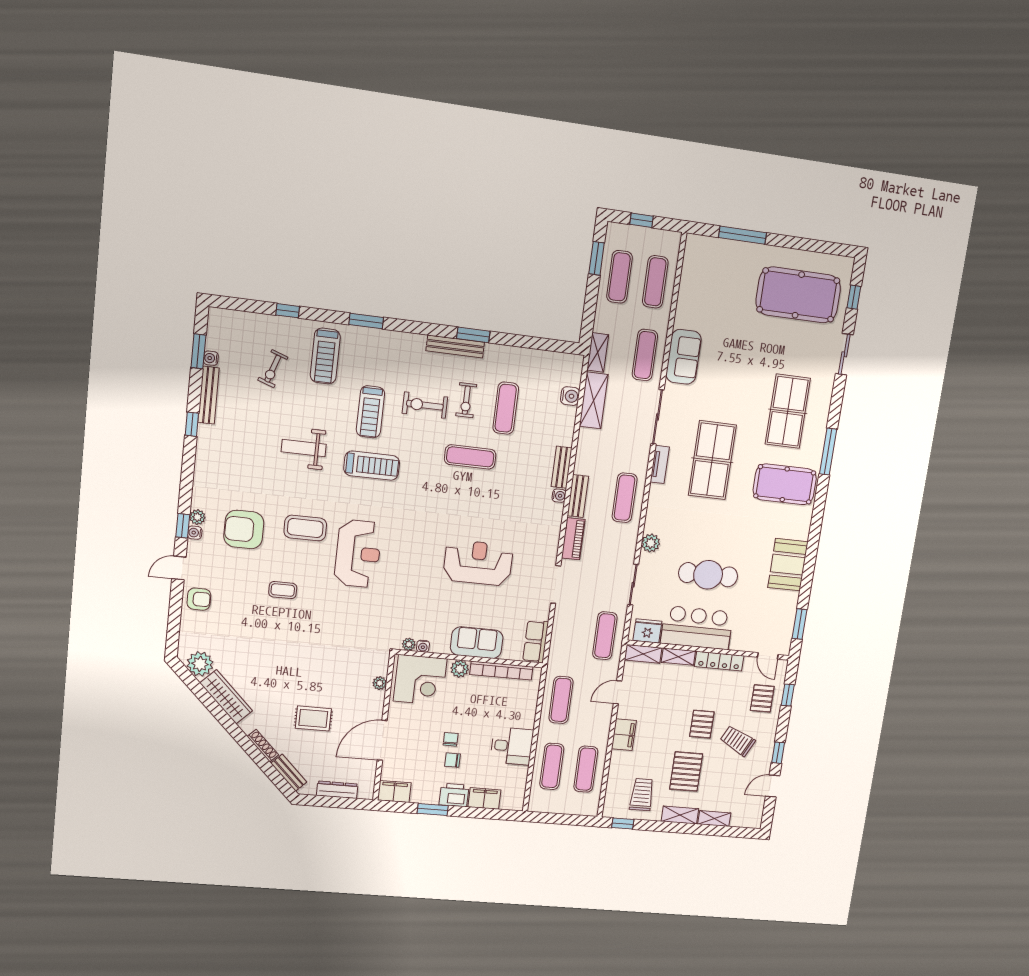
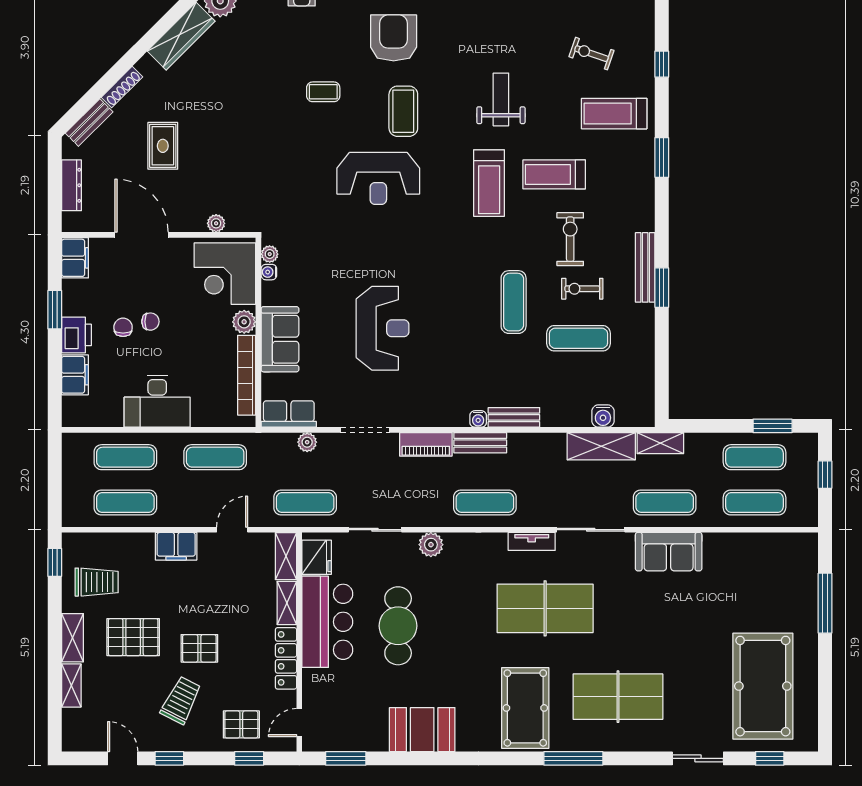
coffee table: (283, 590) -> (323, 92), turned 90
plant: (559, 630) -> (307, 442), added
door: (618, 692) -> (232, 530), hinge flipped
desk: (512, 746) -> (157, 401), width x1.37

